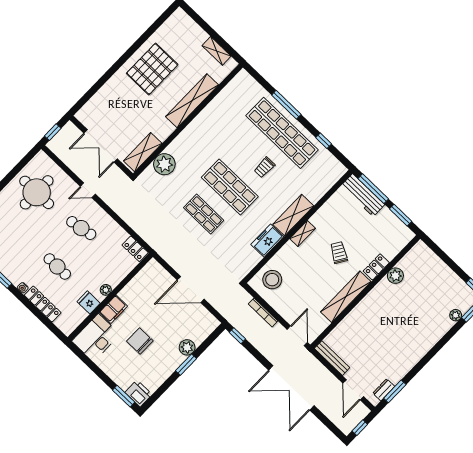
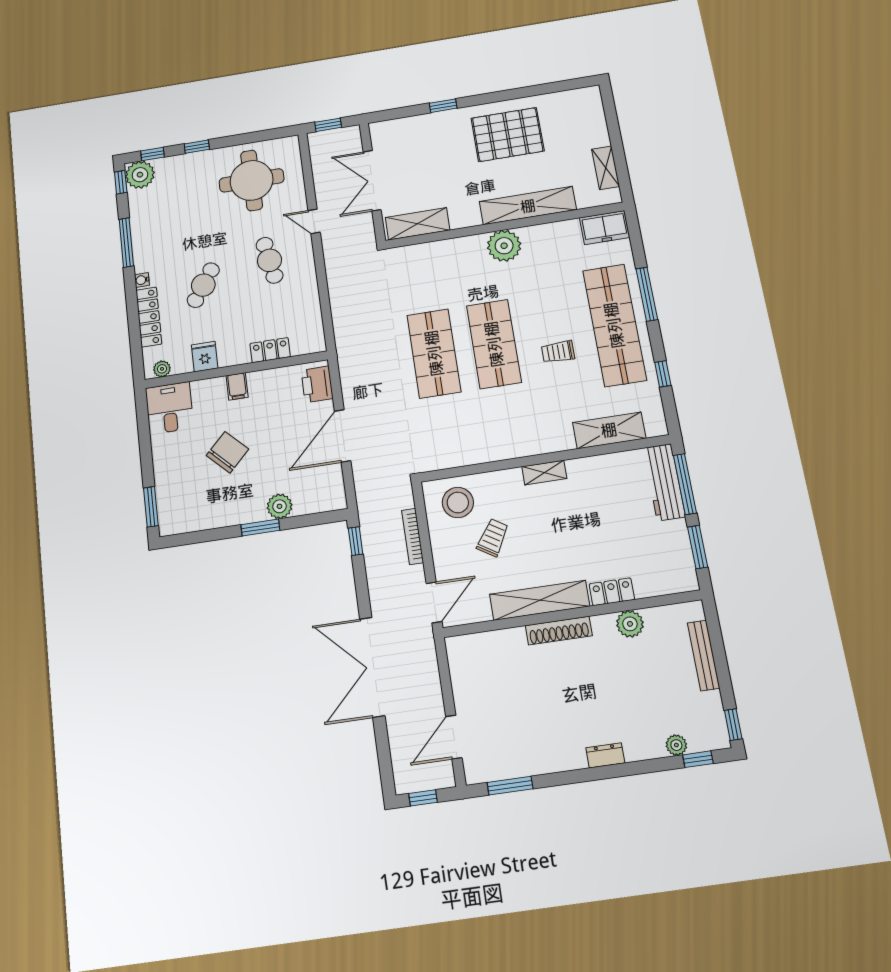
window: (106, 77) -> (443, 106), added
plant: (164, 164) -> (504, 246), moved
shop shelf: (204, 214) -> (434, 353), width x1.43, depth x1.36
shelving: (293, 215) -> (609, 430), moved
freezer: (267, 241) -> (605, 228), moved, turned 180
locker: (135, 249) -> (270, 350), moved, turned 90
trolley: (339, 253) -> (493, 538), moved
cafe table: (57, 267) -> (203, 285), turned 33
plant: (106, 290) -> (162, 369), moved
door: (191, 290) -> (343, 436), hinge flipped
shoe rack: (365, 304) -> (559, 631), added
filing cabinet: (113, 309) -> (237, 386), width x0.50
desk: (96, 338) -> (169, 408), width x0.73
chair: (140, 341) -> (227, 452), turned 45
bench: (332, 358) -> (704, 655), moved
dresser: (384, 390) -> (605, 755), moved
printer: (138, 393) -> (317, 384), moved, turned 180

